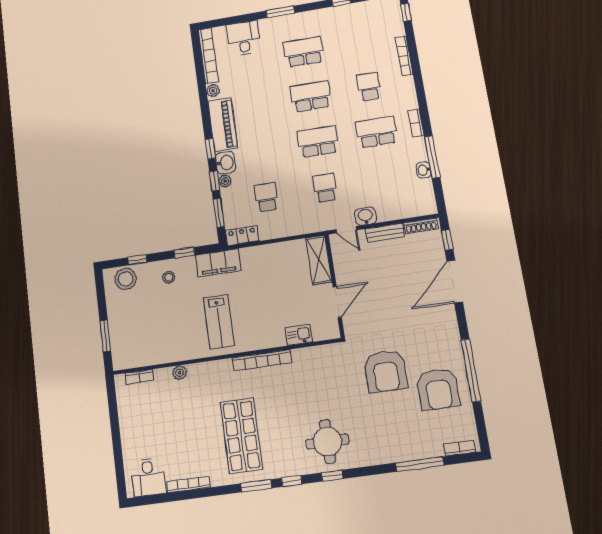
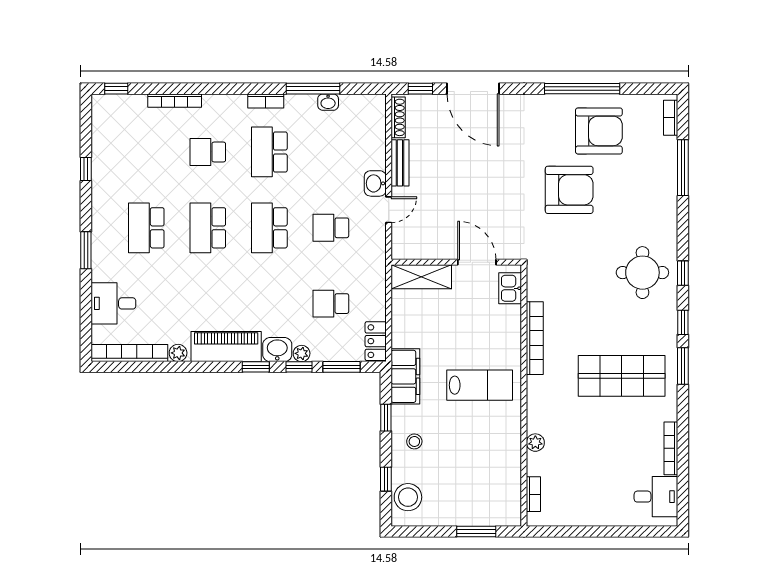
shelving: (319, 260) -> (421, 277), moved
wall: (335, 286) -> (456, 262), moved
door: (337, 302) -> (477, 262), moved

